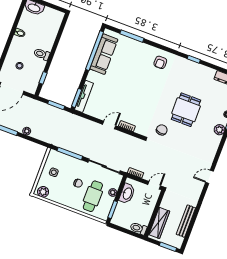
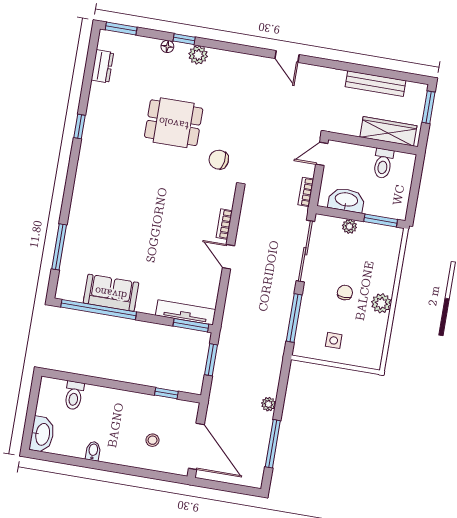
toilet: (42, 54) -> (74, 395), moved
sofa: (104, 54) -> (111, 293), width x0.73
armchair: (160, 62) -> (97, 186), removed
door: (154, 185) -> (322, 154), hinge flipped
plant: (43, 192) -> (381, 303), moved
cafe table: (93, 196) -> (363, 261), removed
toilet: (138, 228) -> (383, 163), moved

